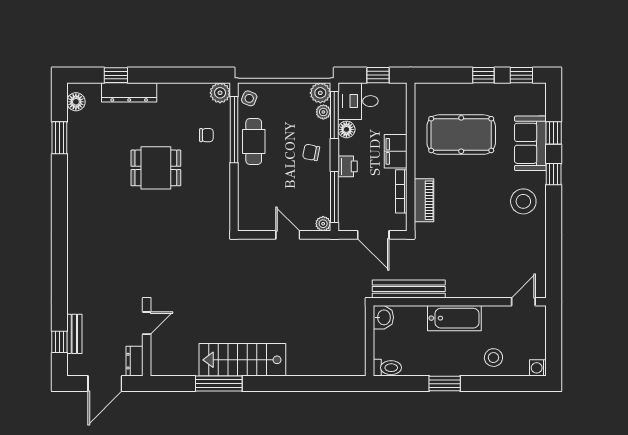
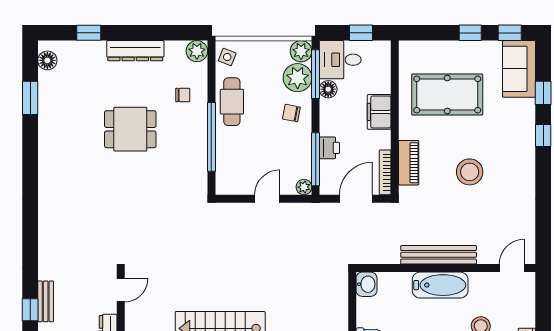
dresser: (129, 92) -> (135, 51), moved
plant: (323, 112) -> (298, 78), width x1.87, depth x1.87
window: (234, 130) -> (211, 137), moved
sofa: (530, 143) -> (519, 69), moved
printer: (348, 166) -> (329, 148), moved
bookcase: (401, 191) -> (385, 172), moved
stool: (523, 201) -> (470, 172), moved
door: (288, 235) -> (267, 199), hinge flipped
door: (373, 235) -> (356, 199), swing flipped
bench: (409, 289) -> (439, 255), moved

